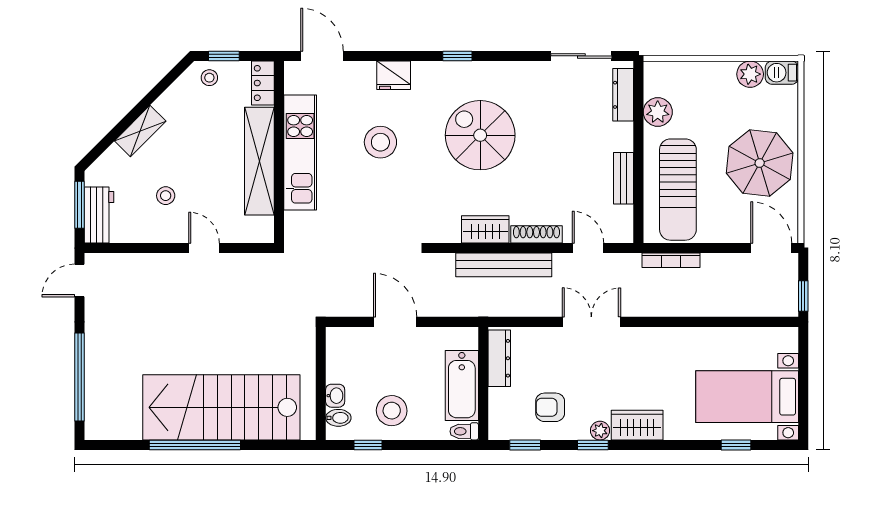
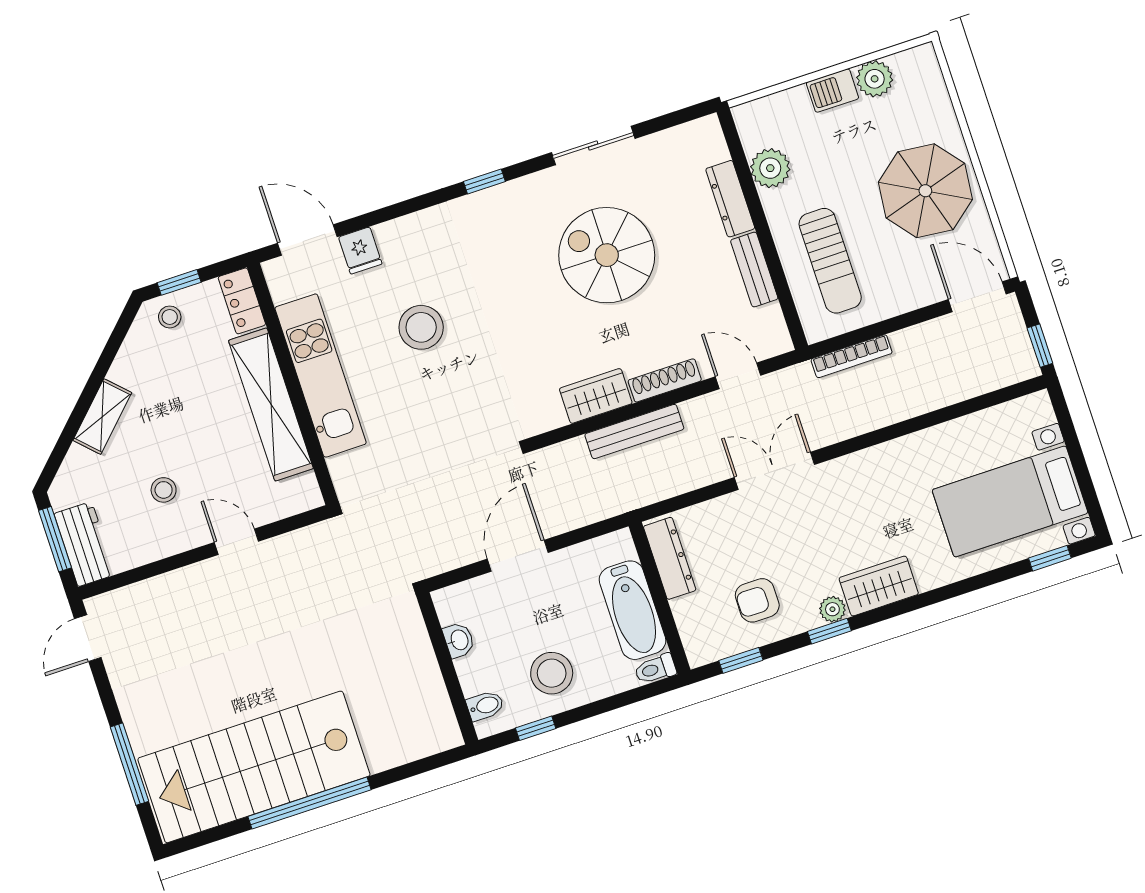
sliding door: (581, 56) -> (593, 146), moved
barbecue: (782, 73) -> (832, 91), moved
fridge: (394, 75) -> (360, 251), moved, width x0.72
dresser: (623, 95) -> (730, 199), moved
spiral stairs: (480, 135) -> (607, 255), moved
sun lounger: (678, 190) -> (830, 261), width x0.73, depth x0.75
bench: (504, 265) -> (634, 432), width x0.73, depth x0.82
door: (395, 322) -> (518, 556), hinge flipped
window: (80, 377) -> (129, 764), width x0.68
washbasin: (335, 396) -> (459, 640), moved
stairs: (221, 407) -> (254, 767), moved
window: (736, 445) -> (1050, 558), moved

